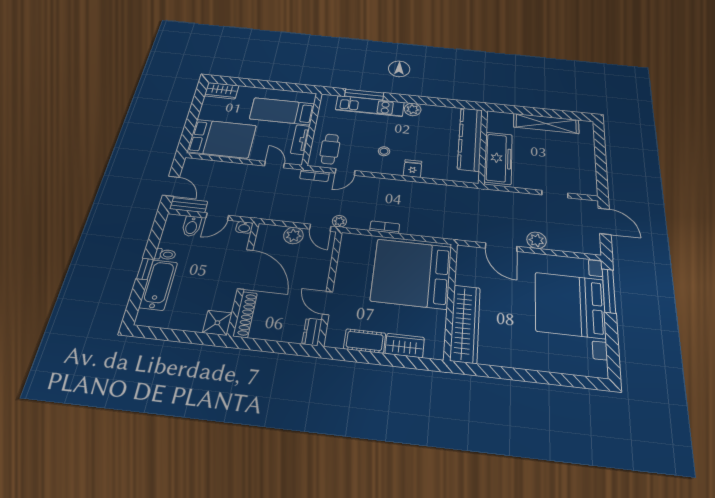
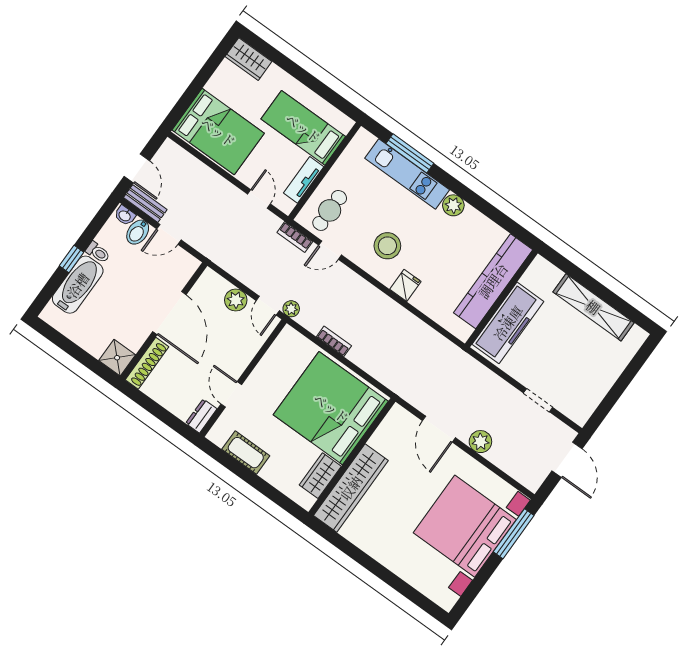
stool: (384, 151) -> (387, 246), width x1.89, depth x1.89
washbasin: (244, 227) -> (125, 216), moved
wardrobe: (405, 345) -> (320, 476), moved, turned -90

